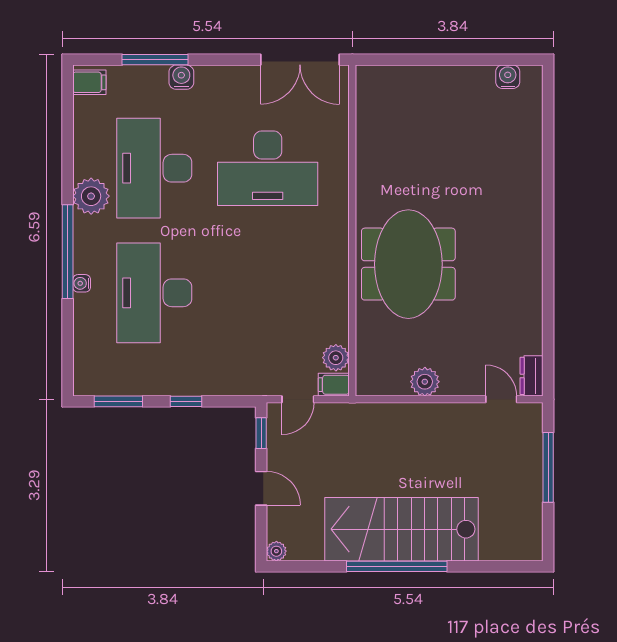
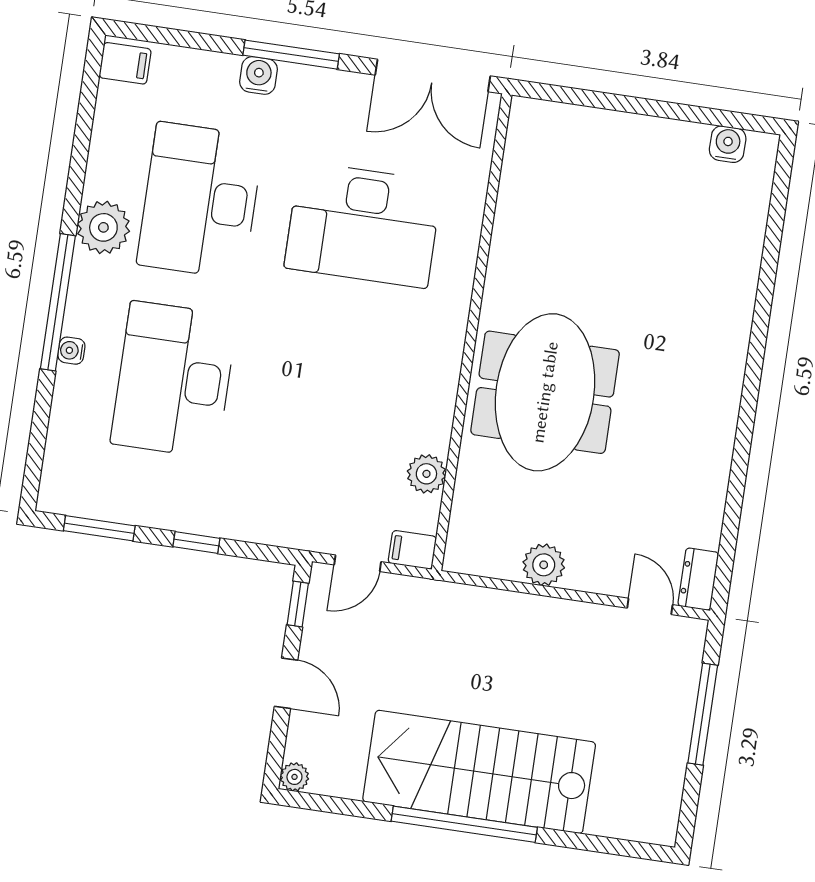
window: (155, 60) -> (291, 55), moved
plant: (336, 358) -> (426, 474), moved

